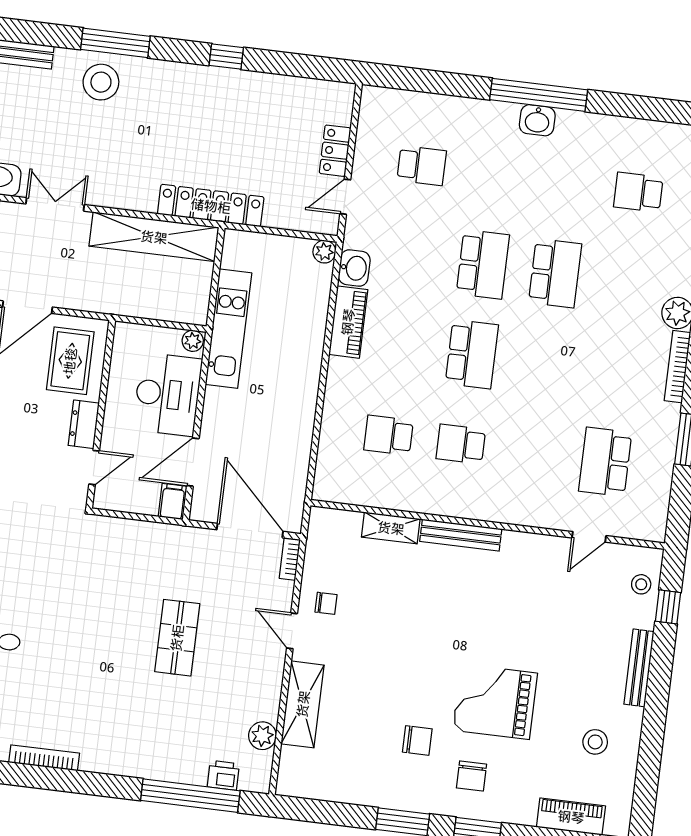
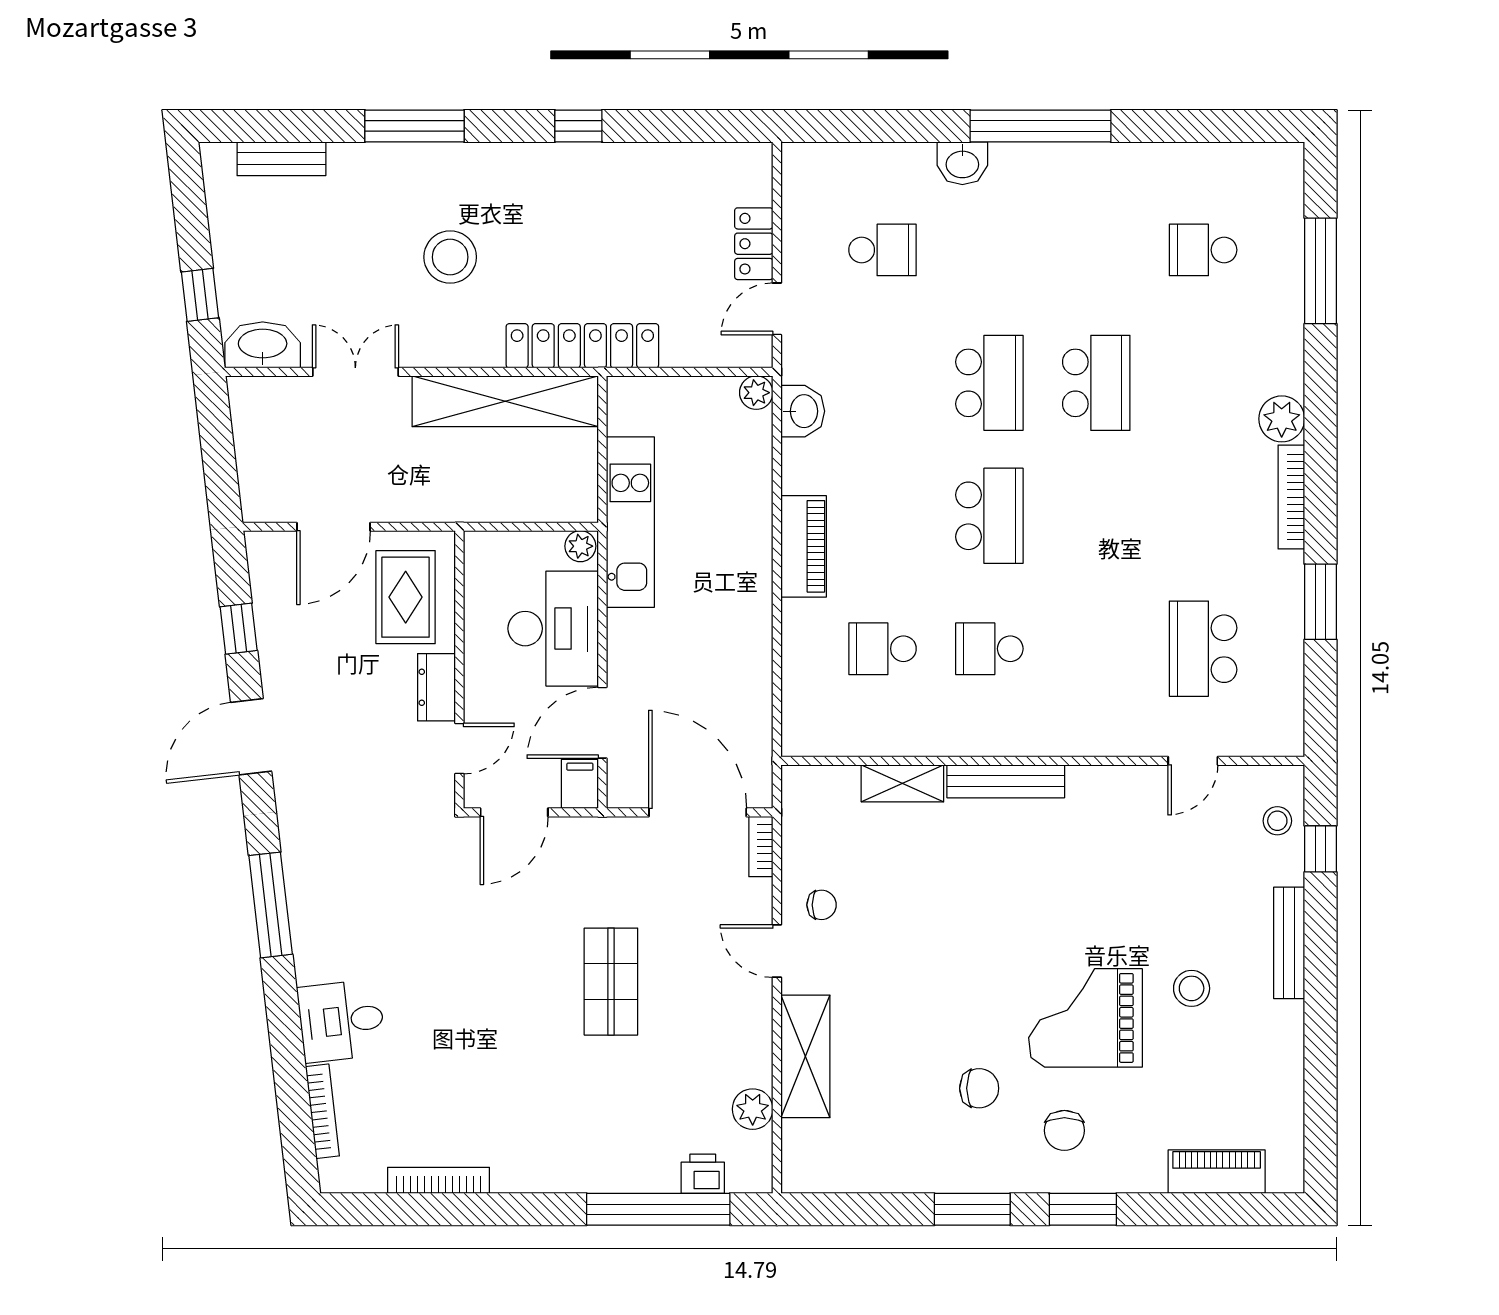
stool: (101, 82) -> (450, 257), moved
washbasin: (537, 120) -> (962, 163), moved
piano: (348, 322) -> (804, 546), moved
door: (126, 515) -> (514, 812), added
stool: (595, 742) -> (1192, 988), moved

